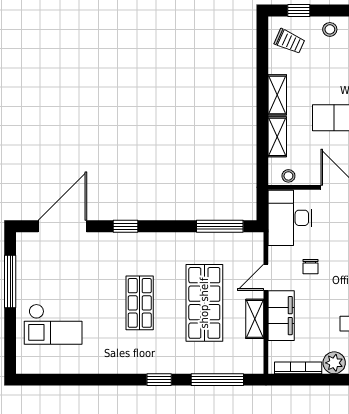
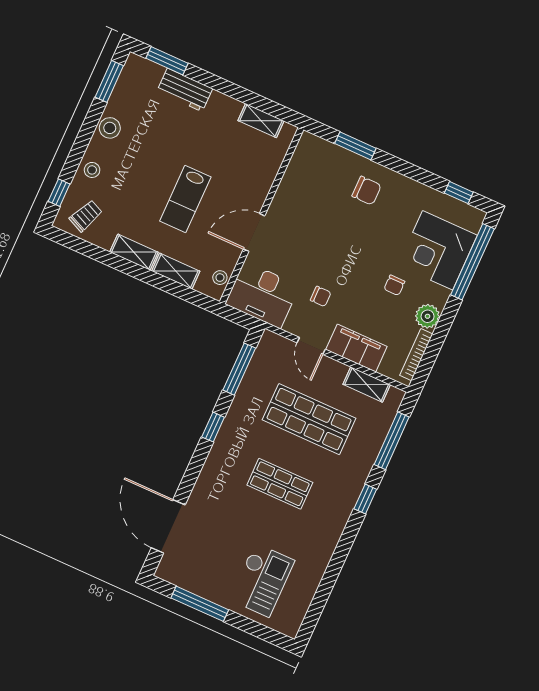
window: (126, 226) -> (213, 427), moved
shelving: (255, 319) -> (367, 384), moved

